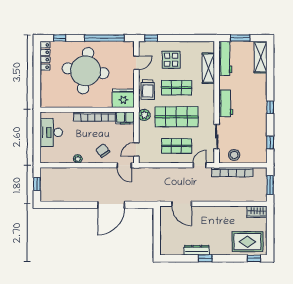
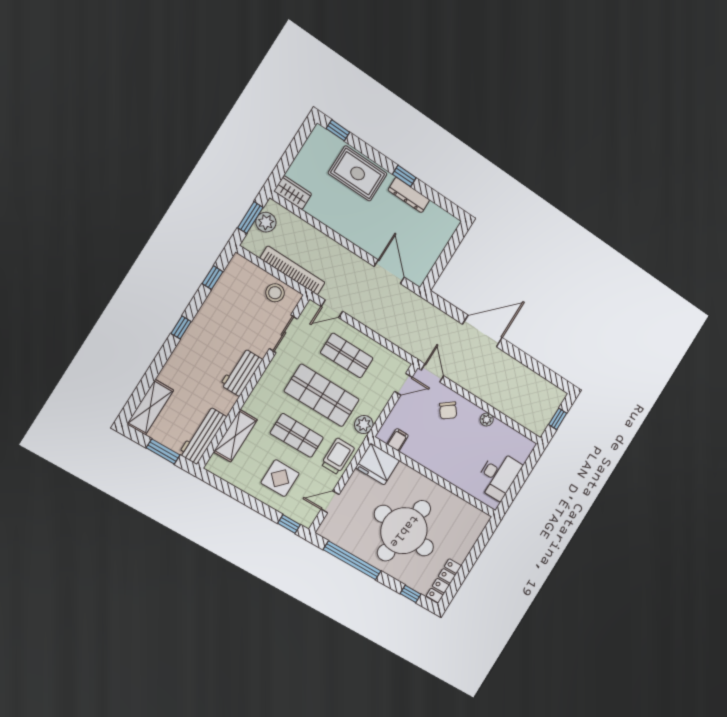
bookcase: (94, 117) -> (431, 463), removed
filing cabinet: (125, 118) -> (398, 440), width x0.50
plant: (261, 188) -> (266, 222), added
rug: (247, 242) -> (358, 173), moved

